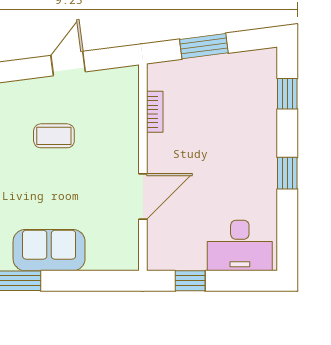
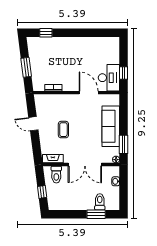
window: (287, 173) -> (79, 33), removed
desk: (240, 245) -> (109, 78), moved
sofa: (49, 250) -> (111, 126), width x1.36

